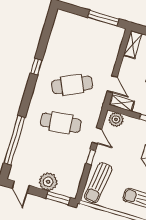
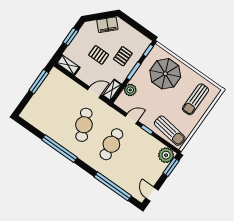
window: (36, 67) -> (60, 149), width x3.17
plant: (116, 119) -> (130, 90), moved
plant: (48, 182) -> (166, 155), moved
door: (21, 187) -> (152, 194), swing flipped

